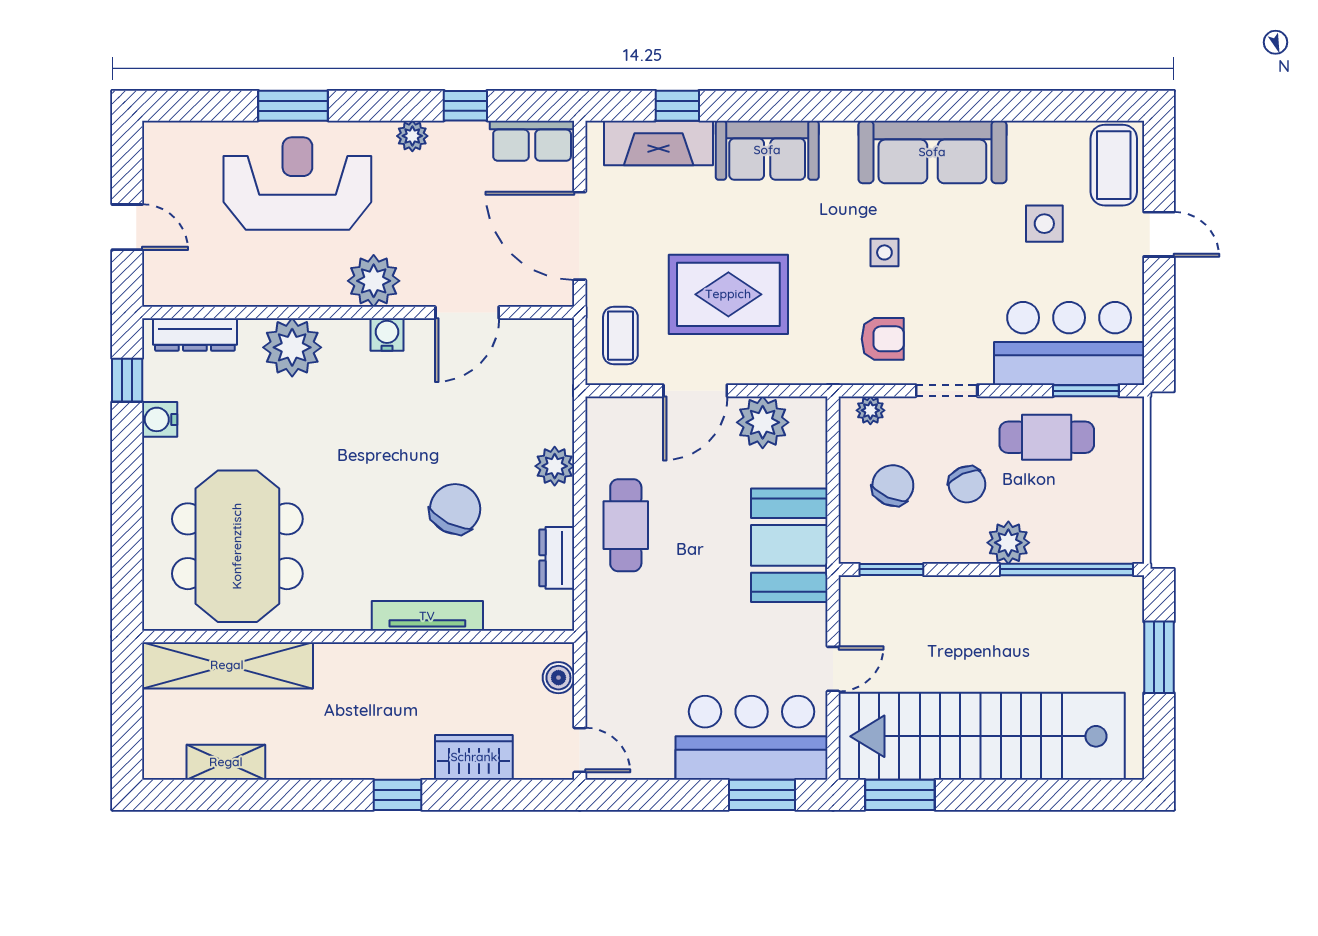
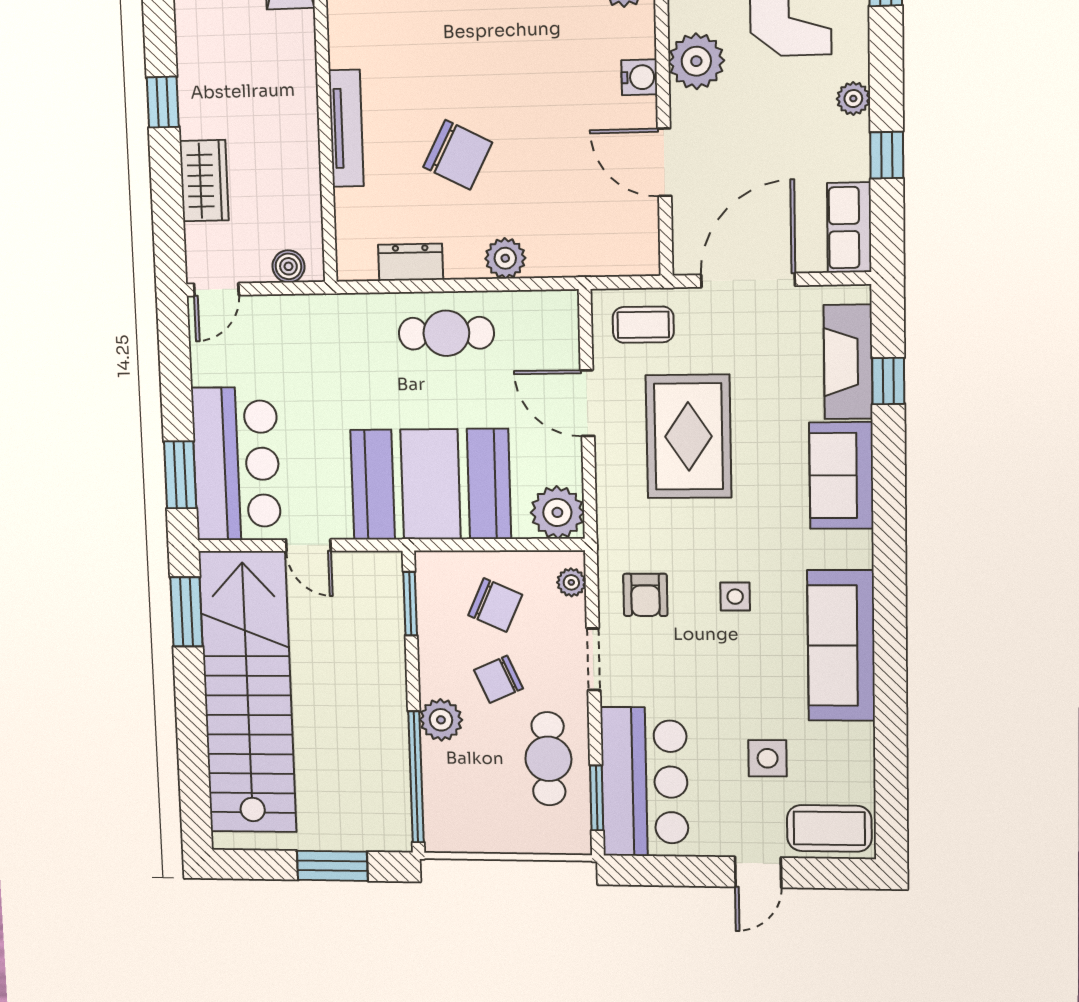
plant: (763, 422) -> (557, 512), moved
booth: (789, 545) -> (431, 484), width x1.36, depth x1.42

